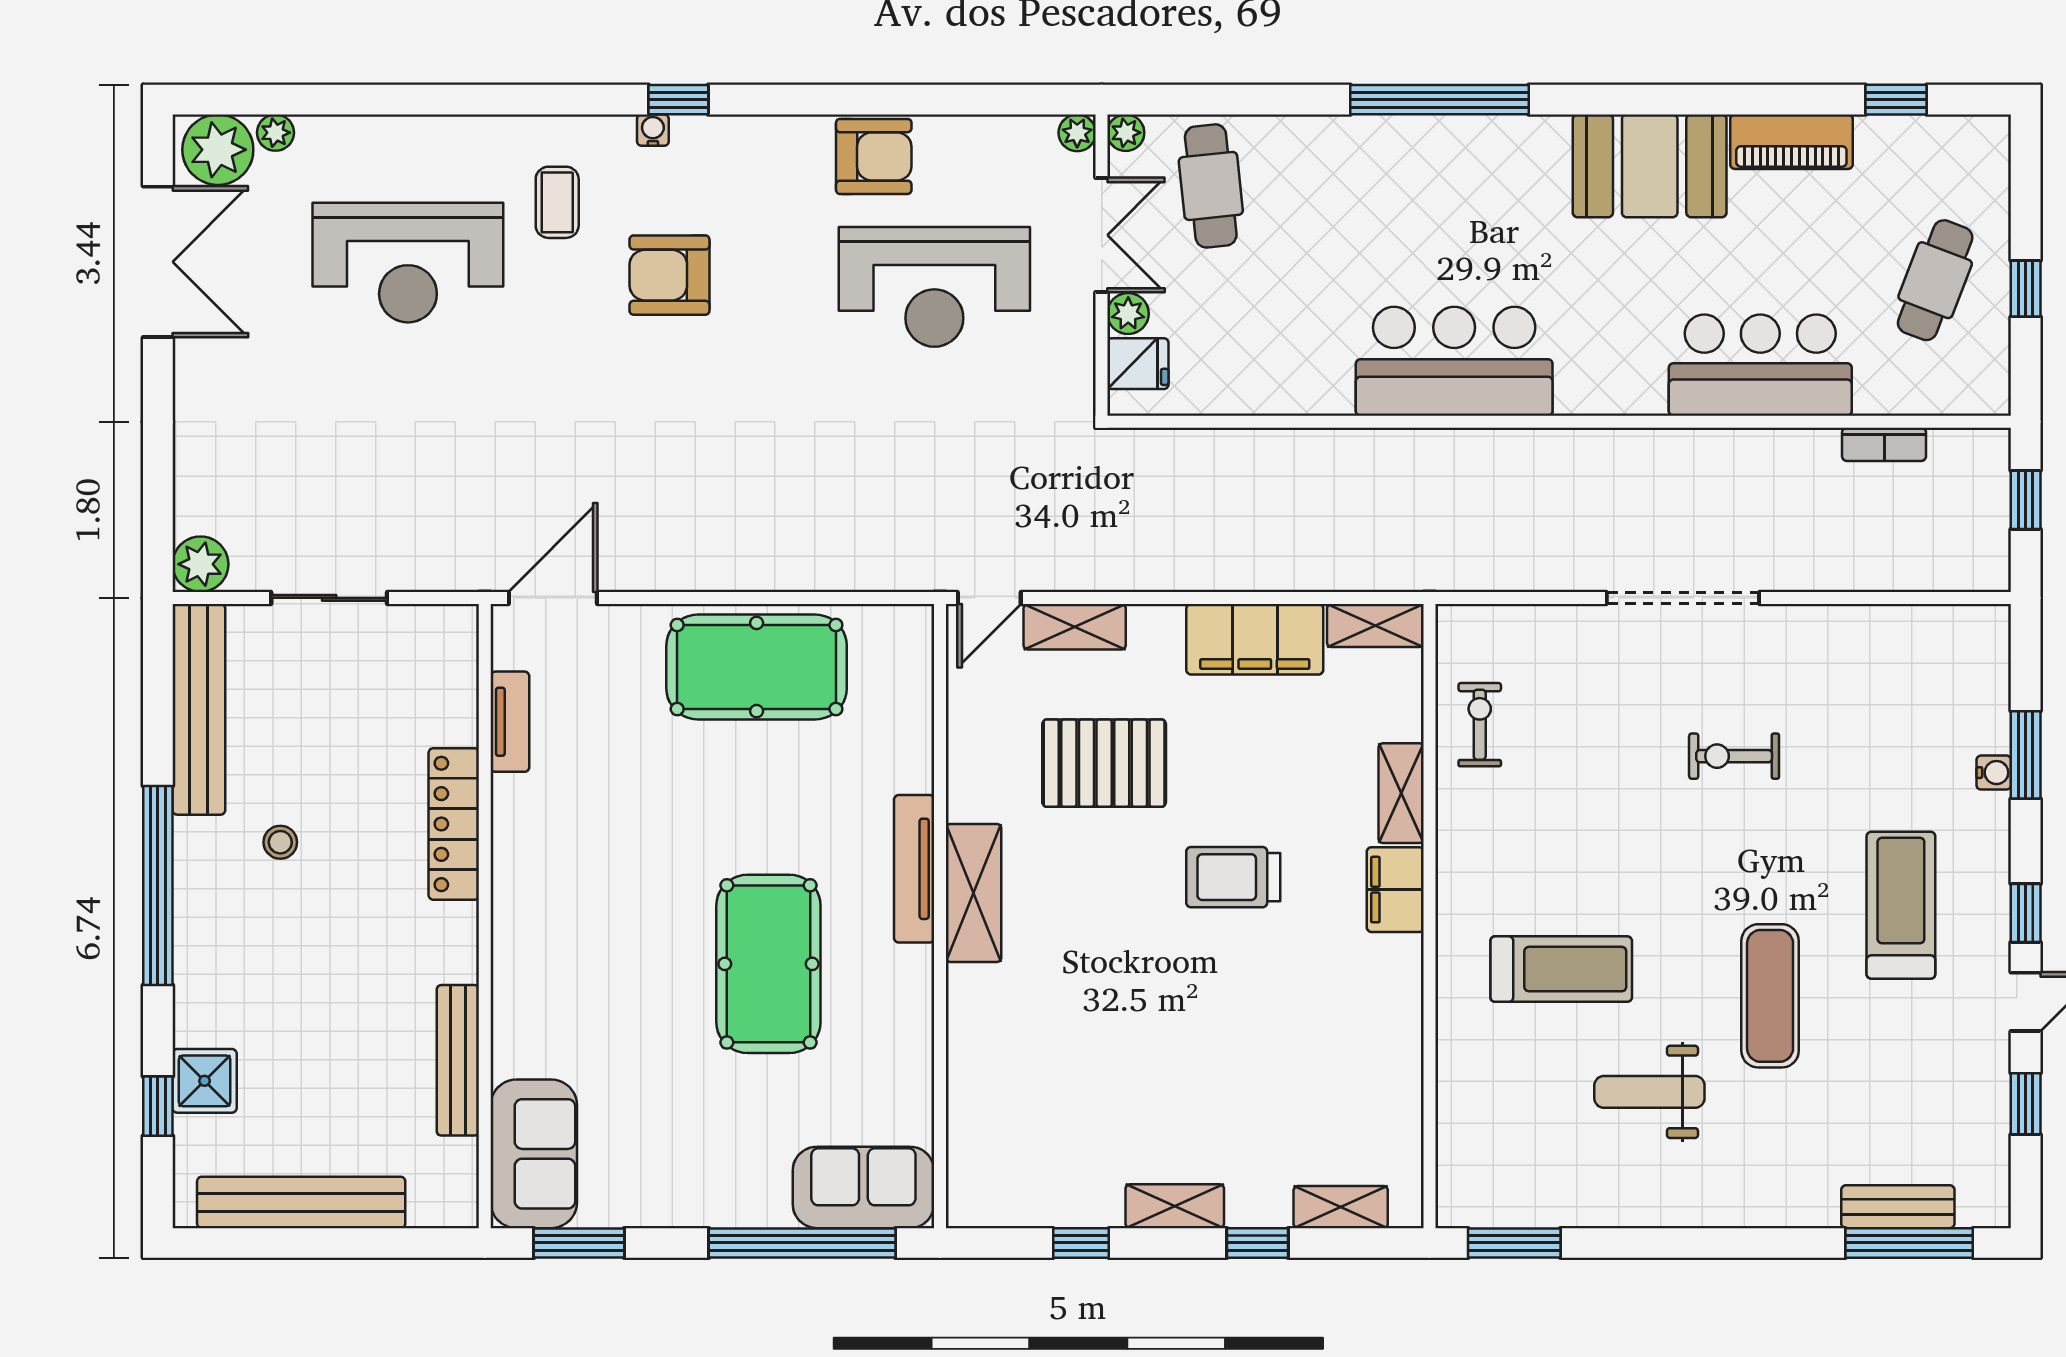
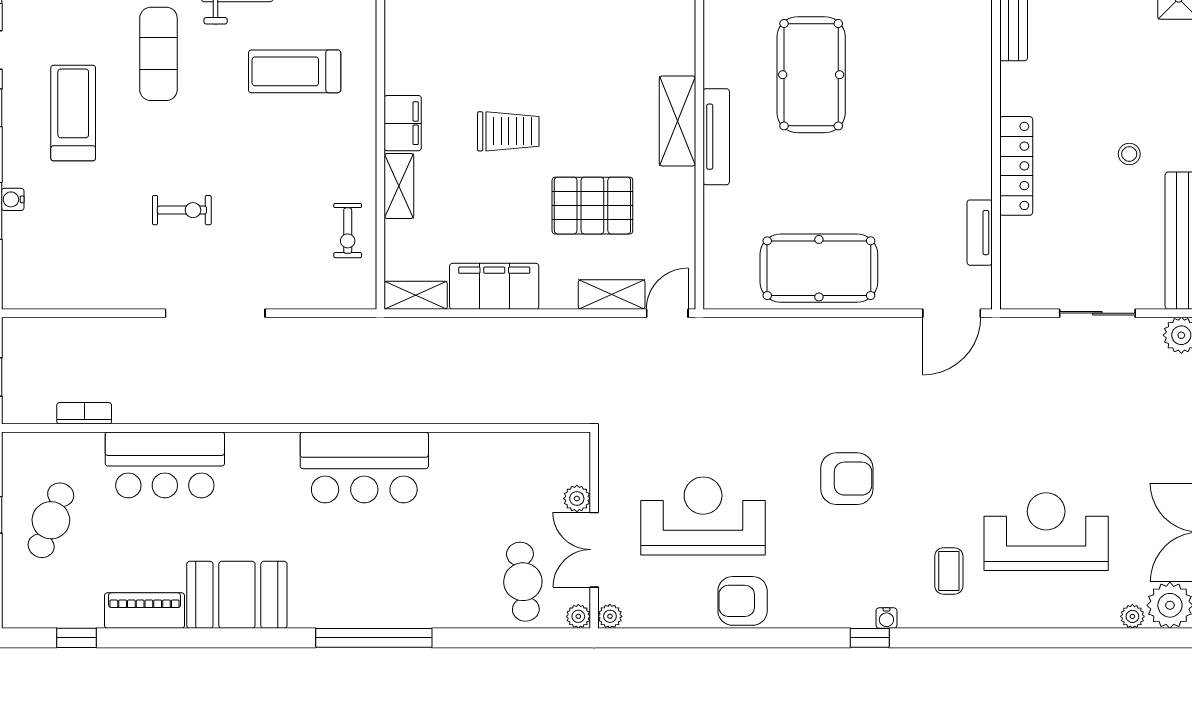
armchair: (669, 275) -> (847, 479), moved
fridge: (1138, 364) -> (570, 466), removed
treadmill: (1901, 905) -> (73, 113), turned 180

